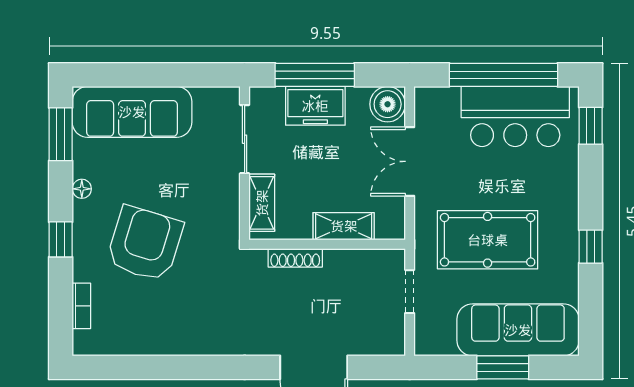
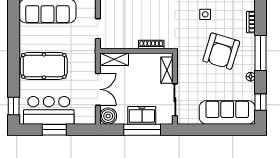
window: (503, 75) -> (54, 130), width x0.47
window: (61, 134) -> (260, 102), width x0.67
shelving: (344, 226) -> (114, 59), moved
window: (61, 239) -> (260, 53), width x2.17
pool table: (488, 240) -> (44, 66), moved
window: (591, 247) -> (14, 50), removed
side table: (179, 323) -> (205, 14), added

